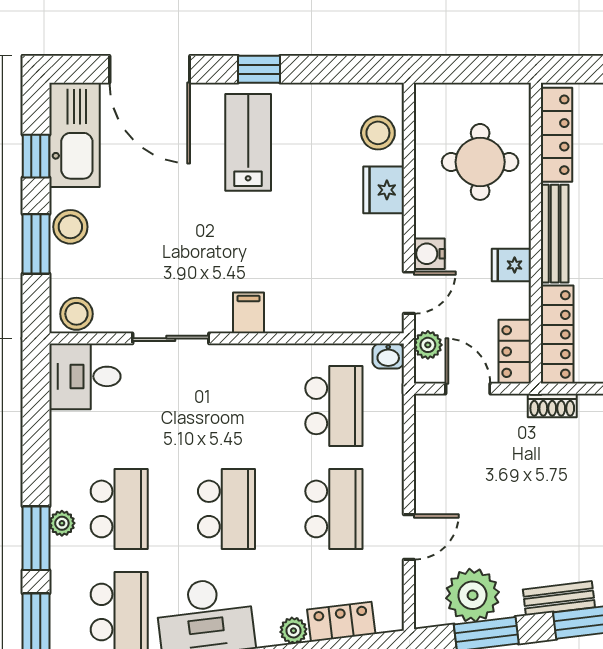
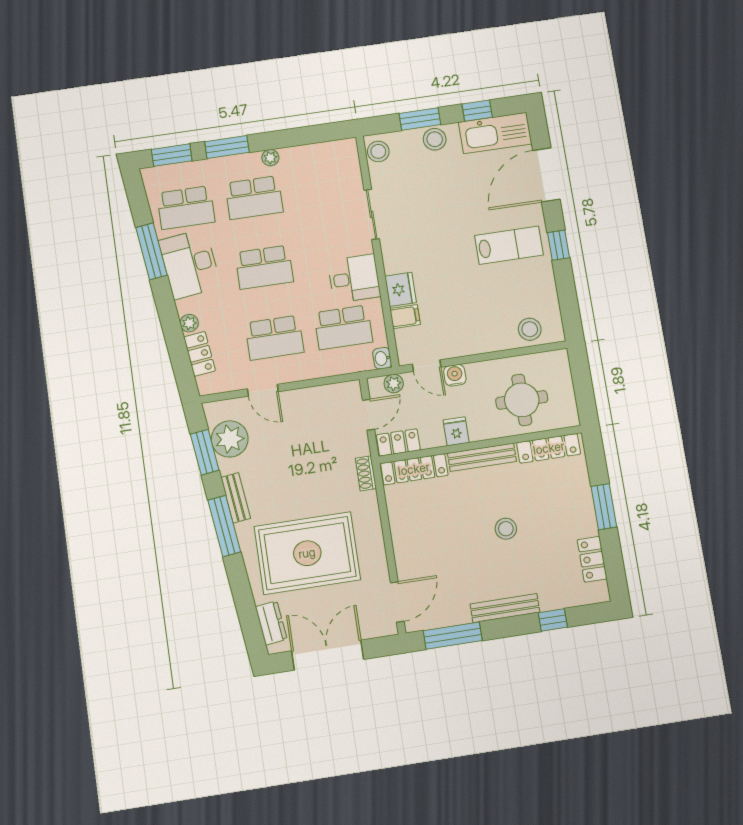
fridge: (384, 190) -> (401, 289), moved, turned 90
filing cabinet: (249, 313) -> (405, 317), moved
desk: (85, 376) -> (354, 278), moved, turned 90
plant: (62, 523) -> (270, 158), moved

